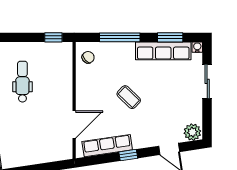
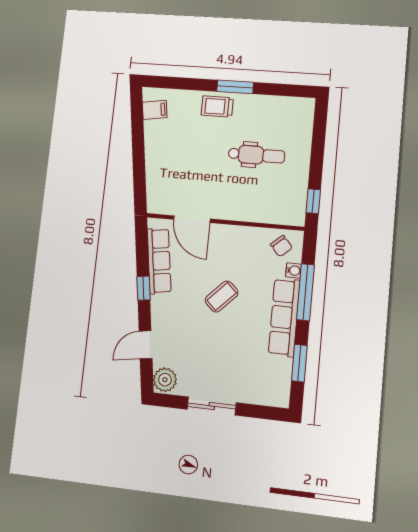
water cooler: (197, 47) -> (294, 271), moved
row of seats: (163, 51) -> (284, 317), moved
sliding door: (207, 81) -> (212, 406), moved

